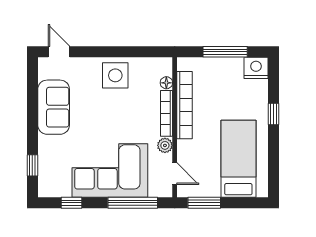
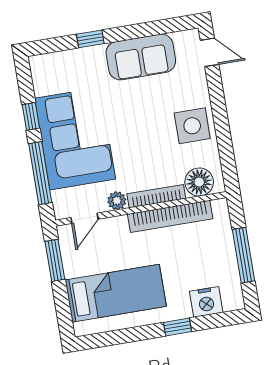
door: (59, 52) -> (209, 52), hinge flipped
nightstand: (256, 68) -> (206, 302), moved, turned 90
floor lamp: (166, 83) -> (199, 182), width x1.89, depth x1.89
window: (32, 165) -> (90, 39), moved
window: (71, 203) -> (31, 116), moved

